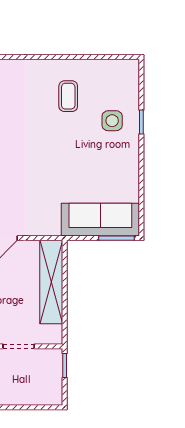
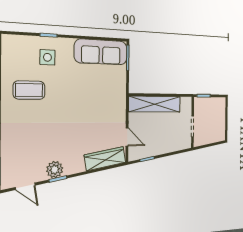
coffee table: (68, 96) -> (29, 90), width x1.36, depth x1.30
sofa: (100, 220) -> (101, 52), moved, turned -90

